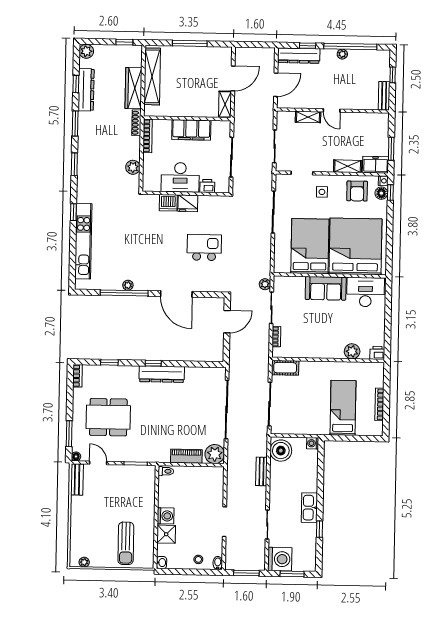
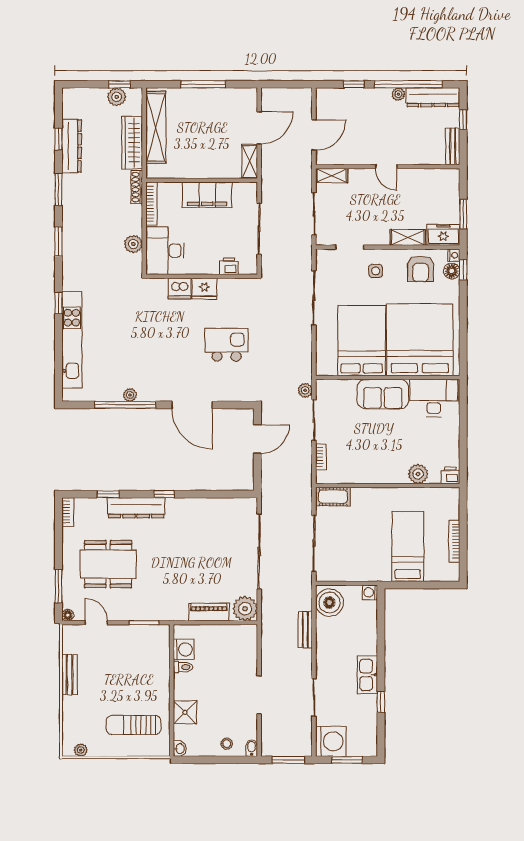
plant: (86, 51) -> (117, 97), moved
dresser: (299, 56) -> (433, 97), moved
shelving: (308, 117) -> (332, 175), moved
desk: (180, 177) -> (165, 251), moved, turned 90
dresser: (162, 374) -> (136, 508), moved
toilet: (166, 471) -> (183, 667), moved
bench: (77, 479) -> (70, 675), moved
washing machine: (166, 516) -> (184, 649), moved
sun lounger: (126, 543) -> (134, 725), turned 90

